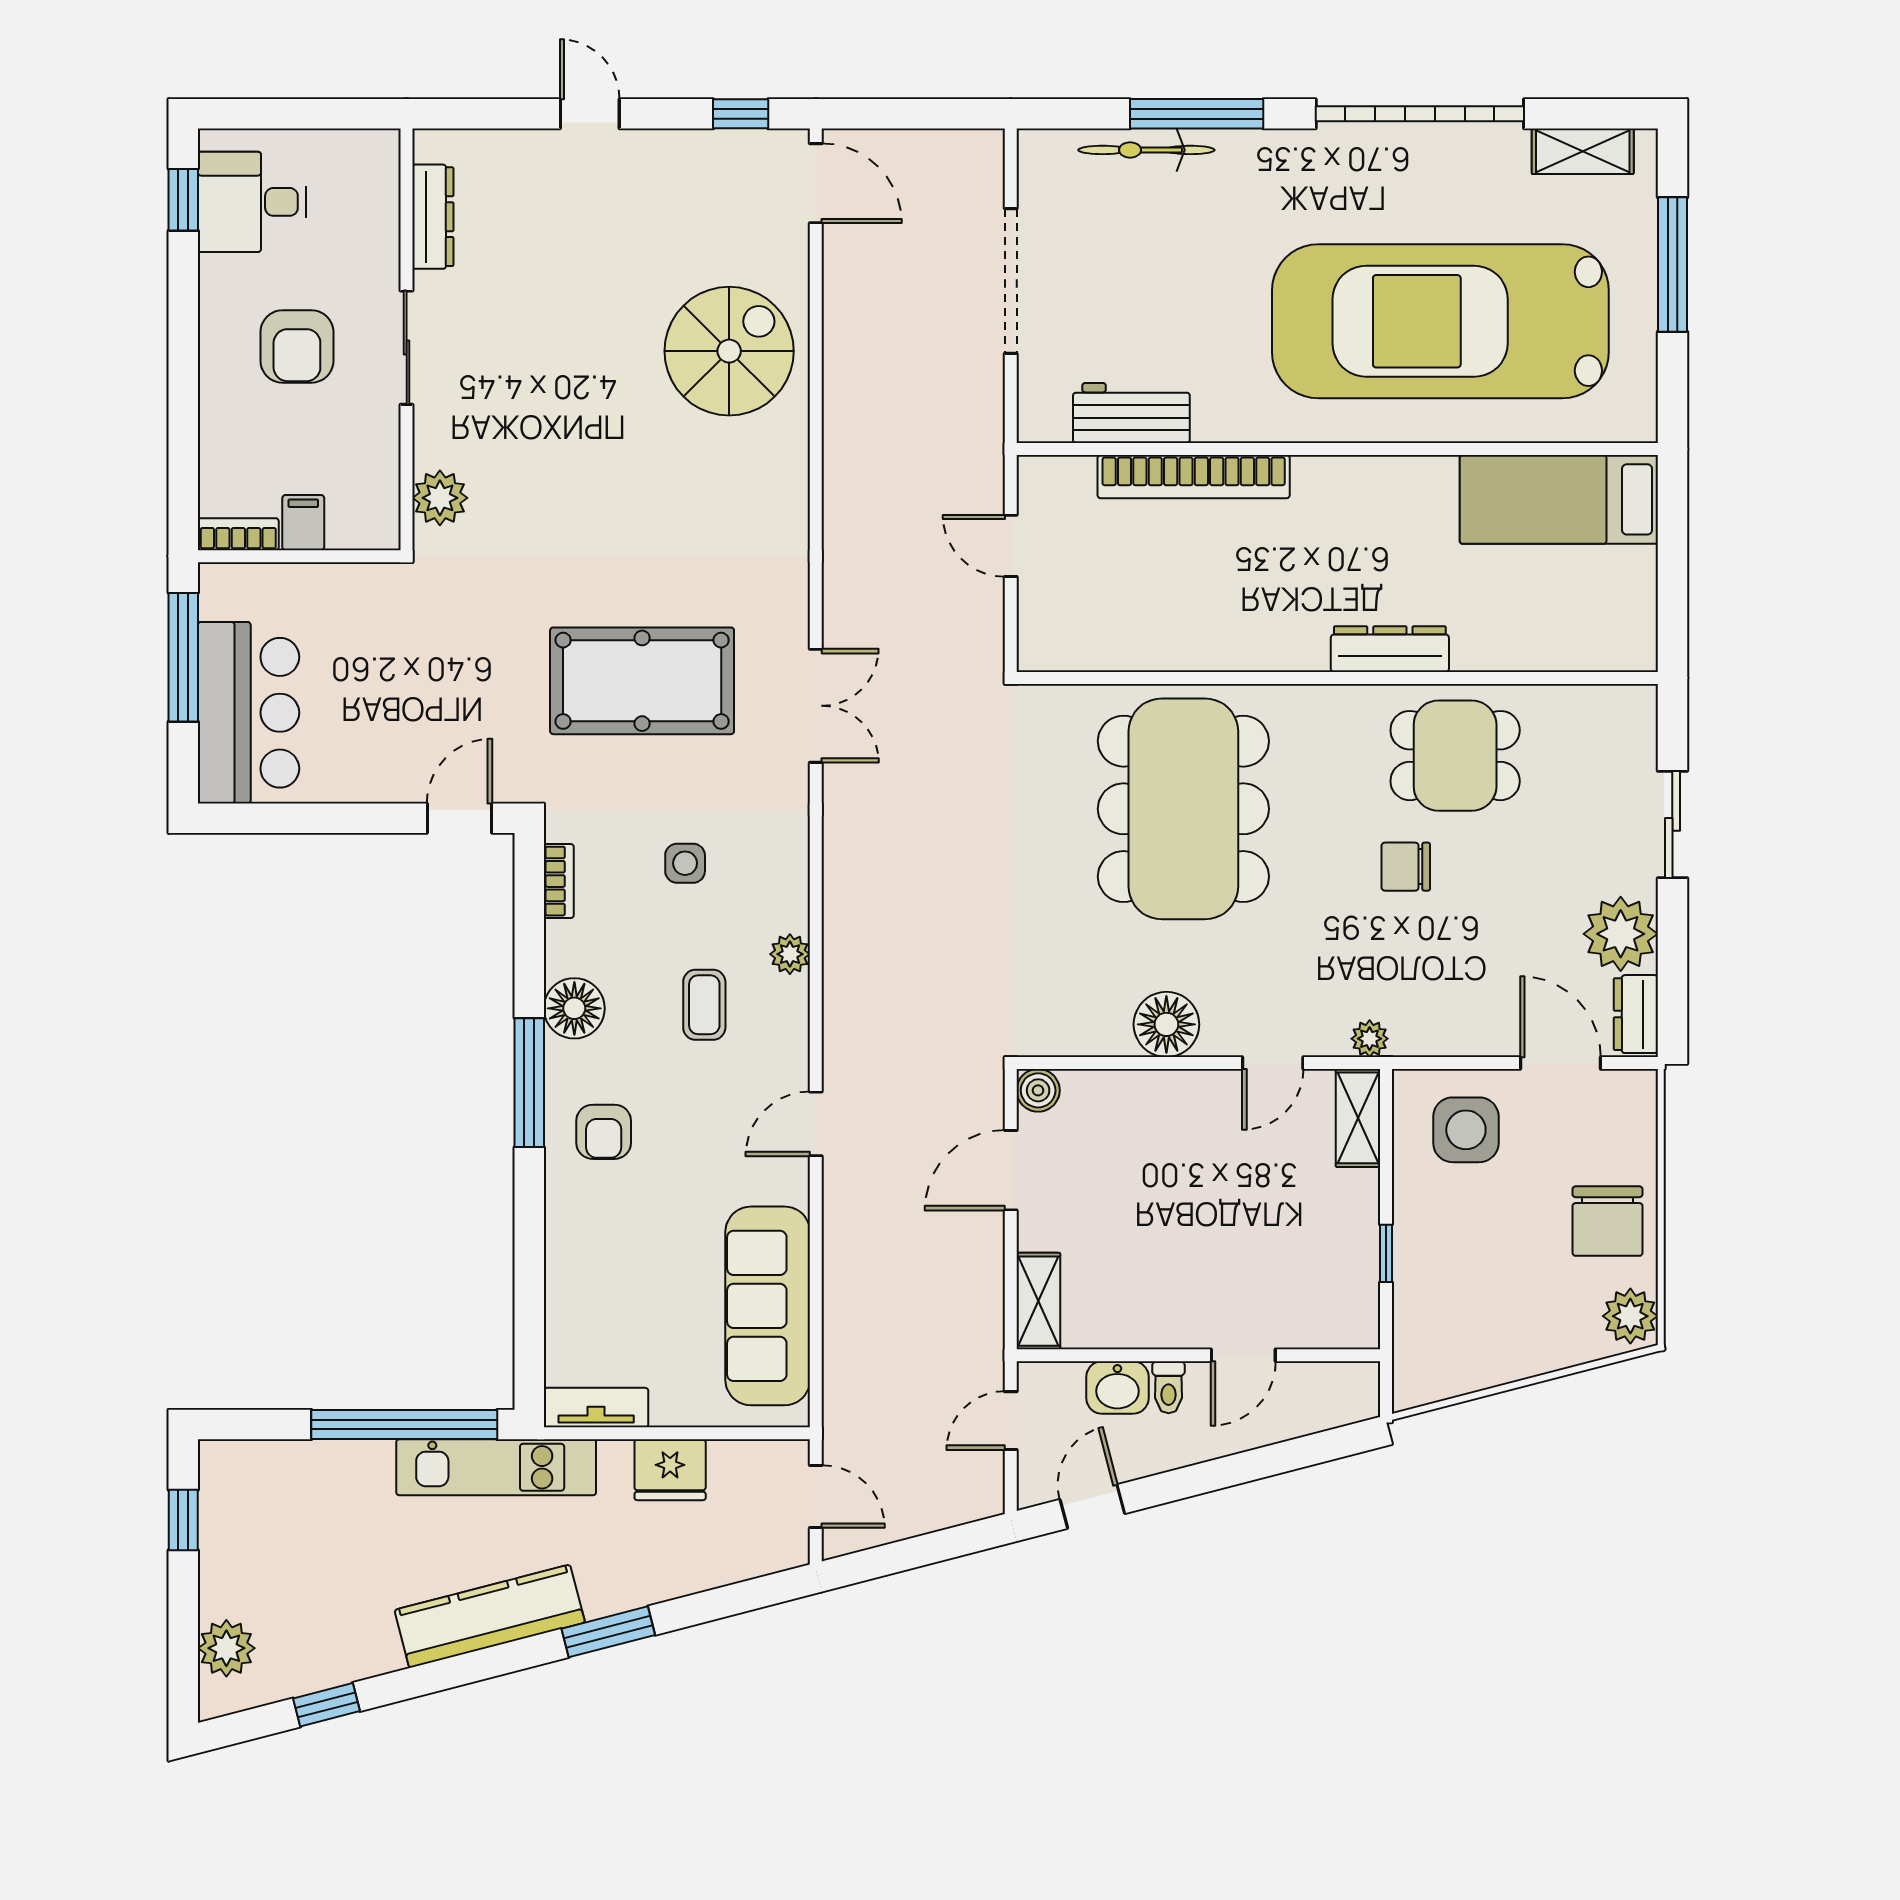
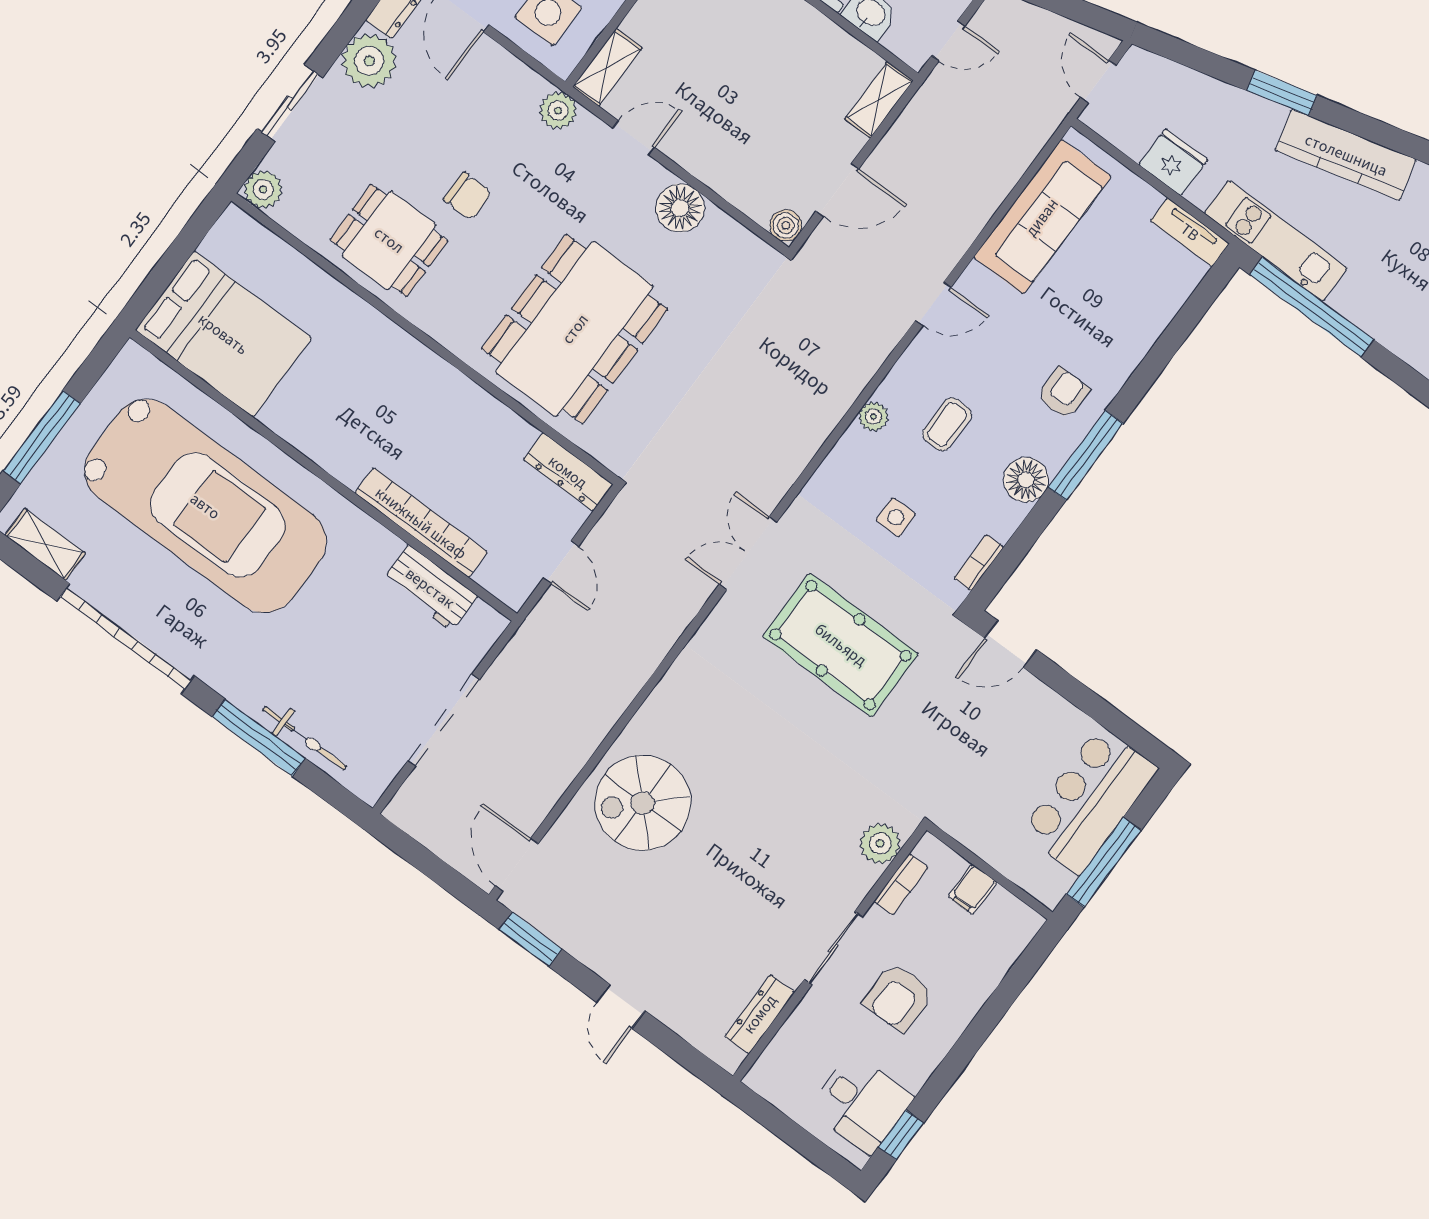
window: (741, 114) -> (531, 939), width x1.50
armchair: (297, 346) -> (898, 997), turned 180
bed: (1559, 499) -> (223, 334), width x1.50
bookcase: (238, 534) -> (901, 884), moved, turned -90
dresser: (1390, 649) -> (568, 472), moved
plant: (1632, 710) -> (263, 189), added
plant: (1370, 1039) -> (558, 111), width x1.38, depth x1.38

